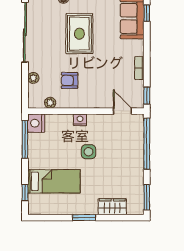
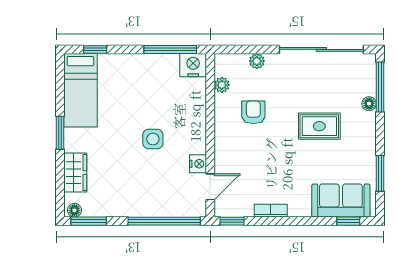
rug: (79, 34) -> (319, 126), width x0.73, depth x0.70
nightstand: (80, 120) -> (198, 164), moved
bed: (54, 181) -> (80, 90), moved
floor lamp: (139, 207) -> (74, 210), added

